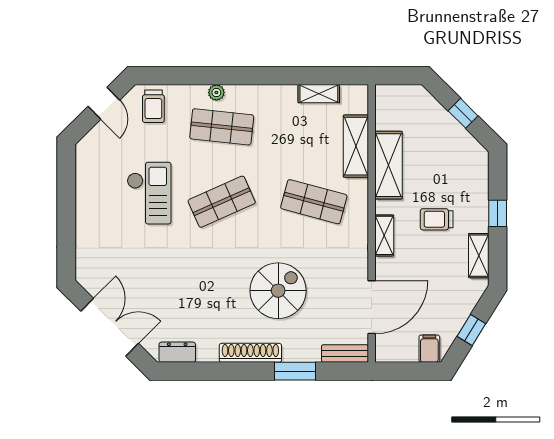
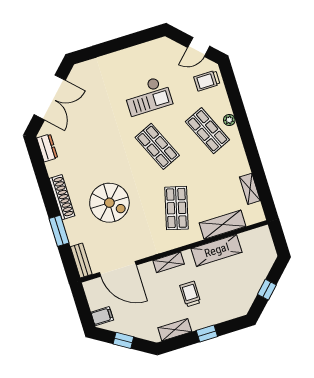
shop shelf: (222, 127) -> (207, 131), turned -30

